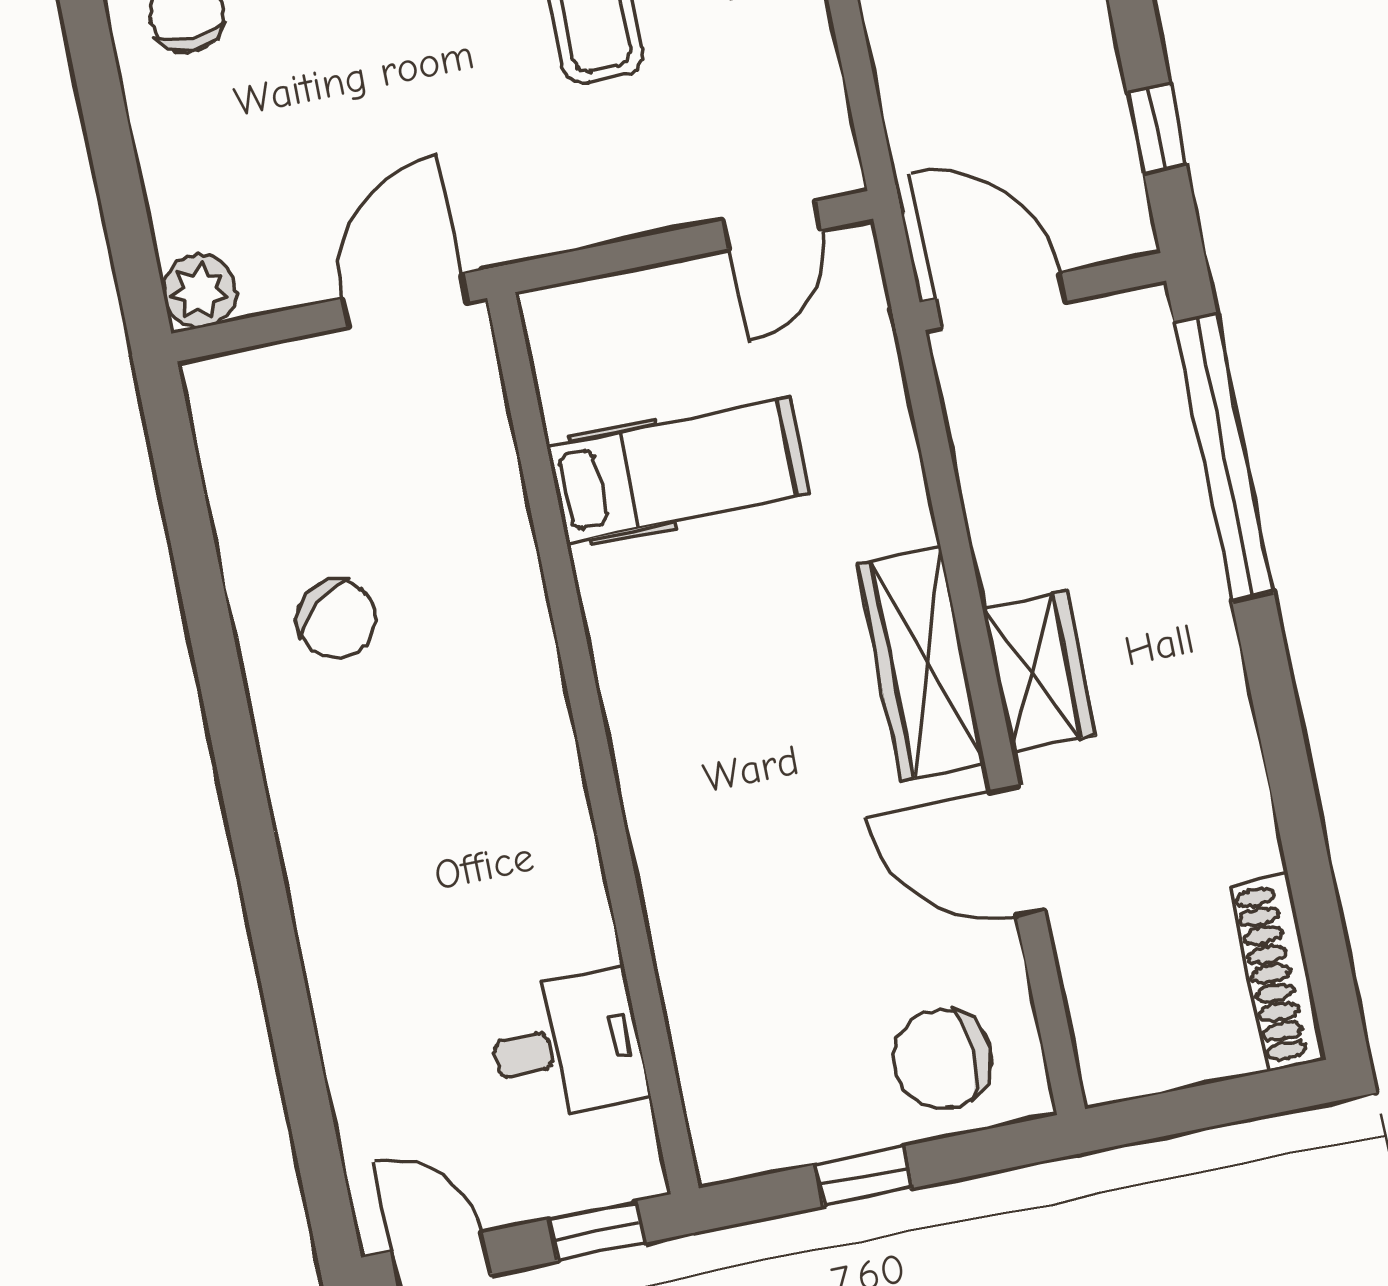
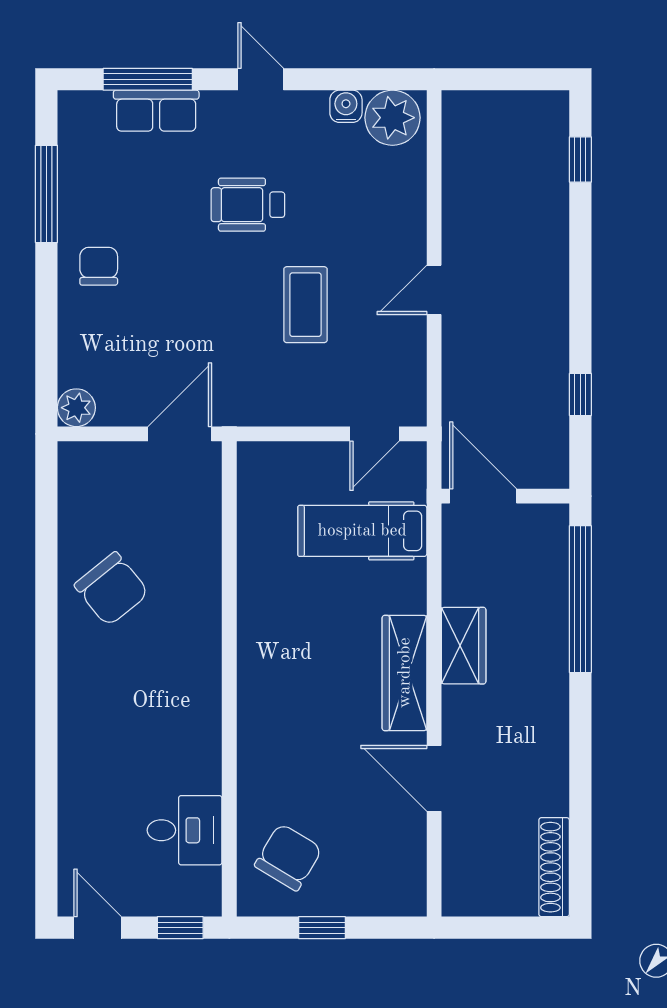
window: (1157, 129) -> (580, 395), moved
hospital bed: (678, 470) -> (362, 531), moved, turned 180
chair: (336, 619) -> (112, 589), width x1.37, depth x1.37
wardrobe: (1039, 672) -> (464, 646), moved
chair: (943, 1059) -> (288, 857), moved, turned 121

